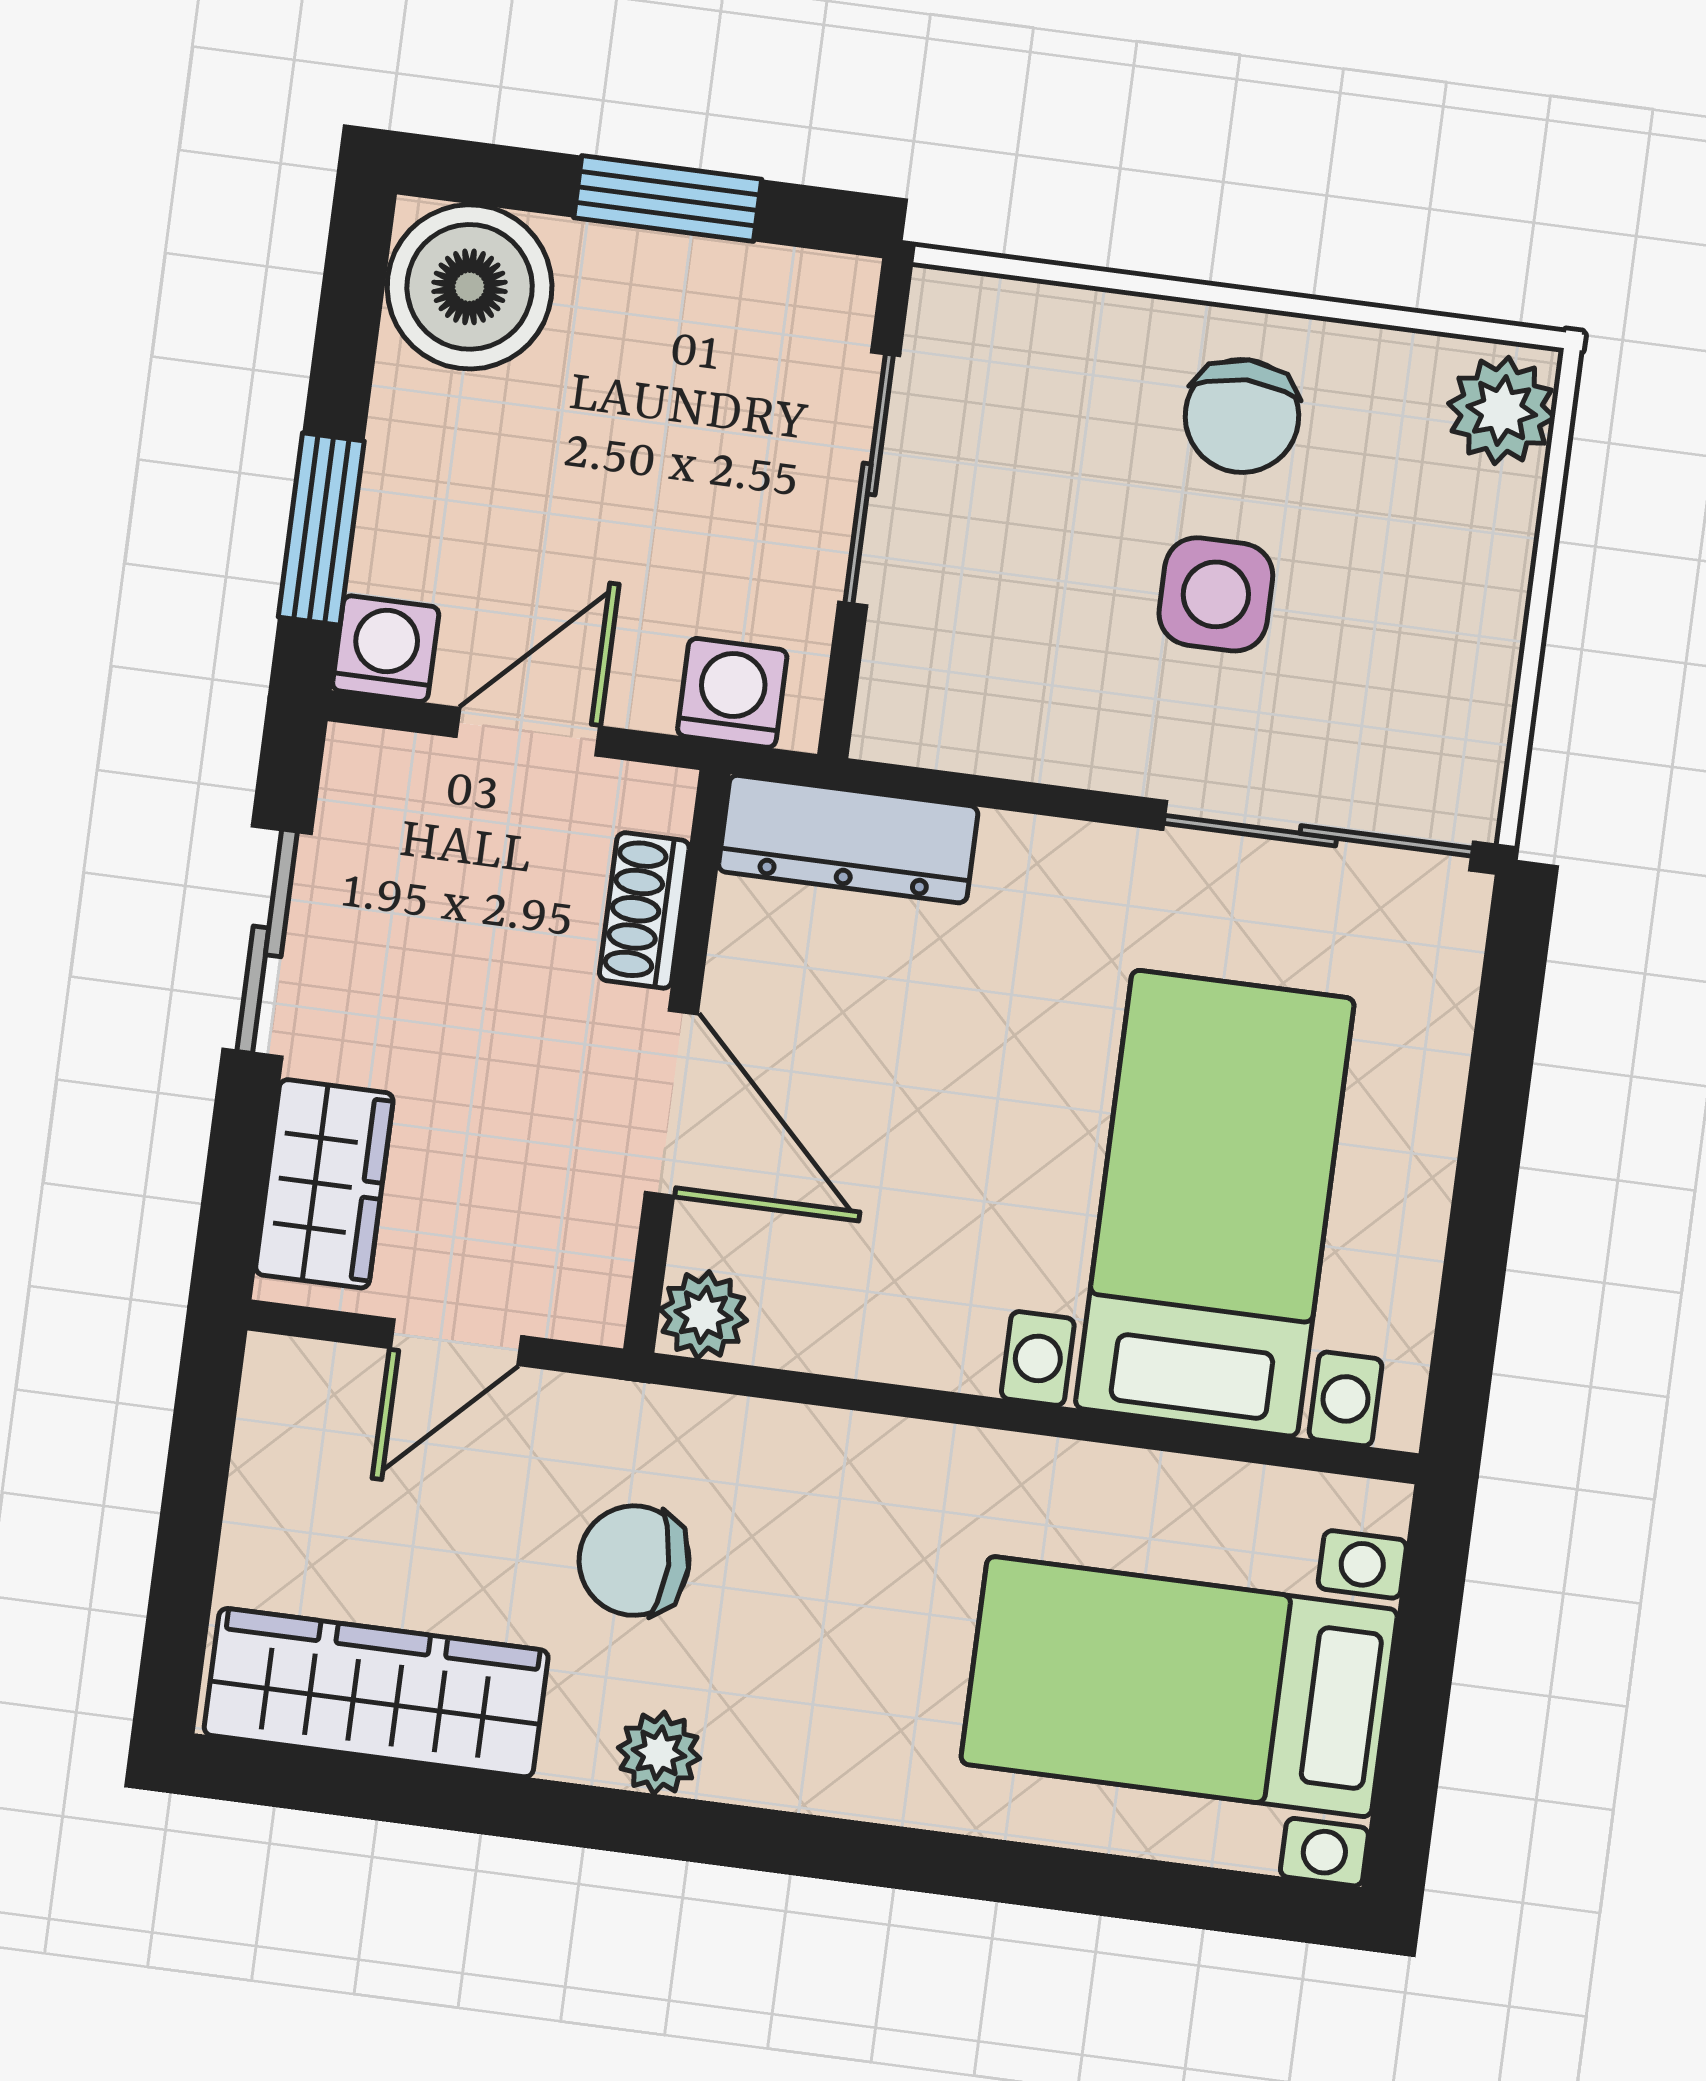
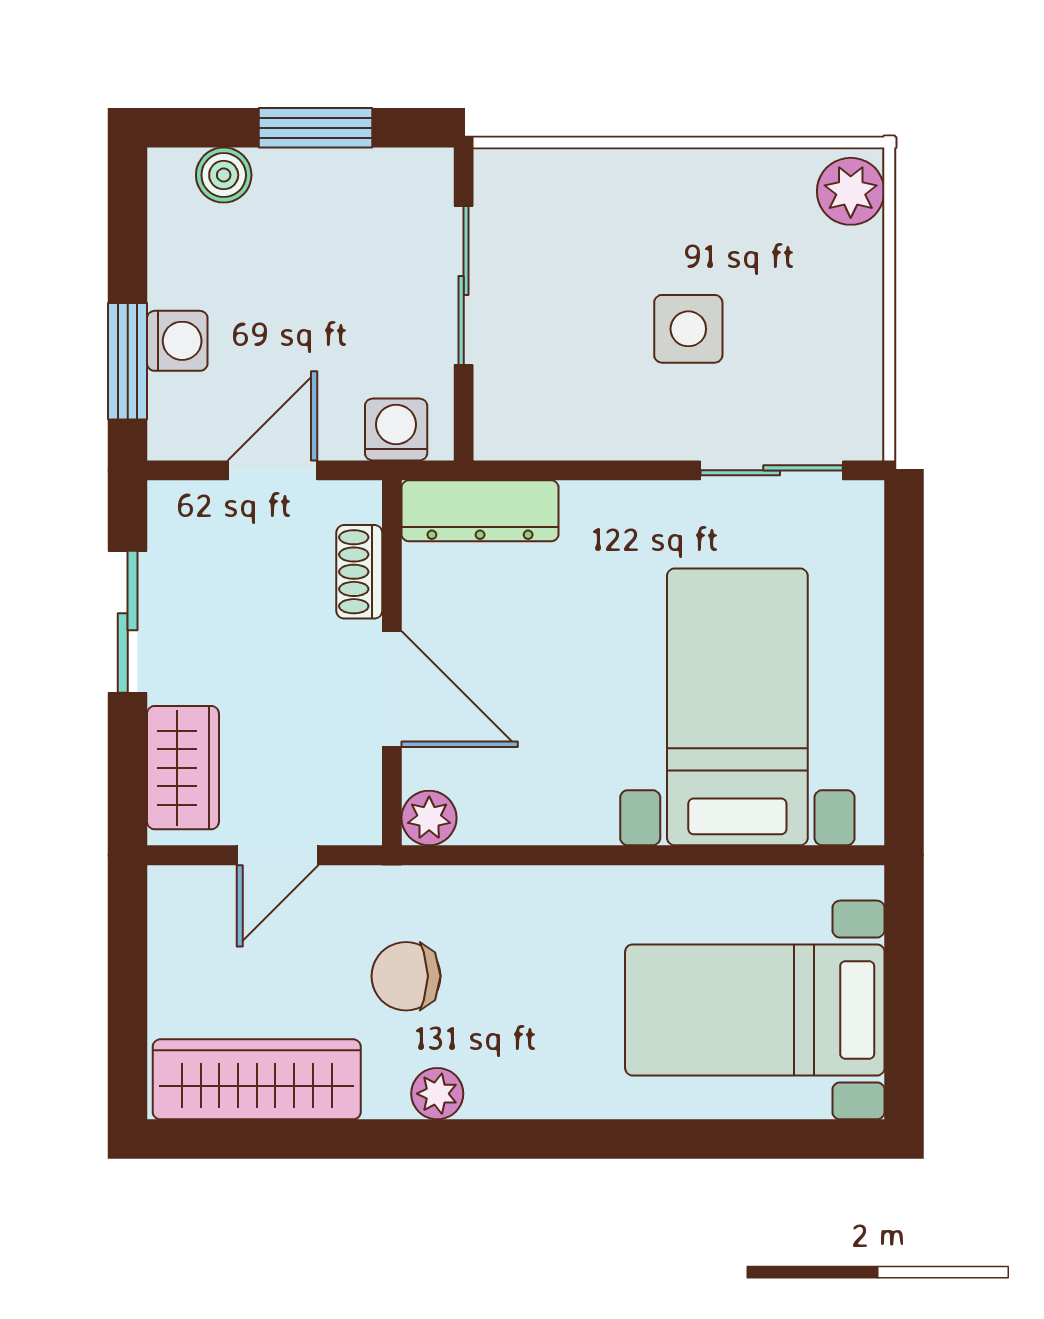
boiler: (470, 287) -> (224, 175), width x0.54, depth x0.54
chair: (1242, 416) -> (690, 216), removed
washing machine: (386, 649) -> (177, 341), moved, turned 90
sliding door: (1318, 836) -> (772, 470), width x0.73

